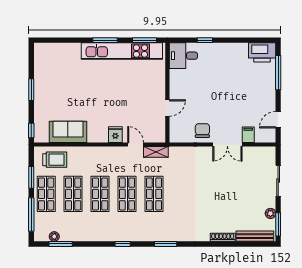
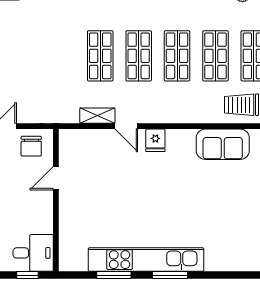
desk: (183, 56) -> (33, 253), moved
wall: (167, 93) -> (56, 200), moved
door: (167, 108) -> (56, 178), moved

